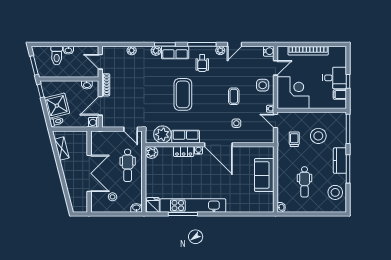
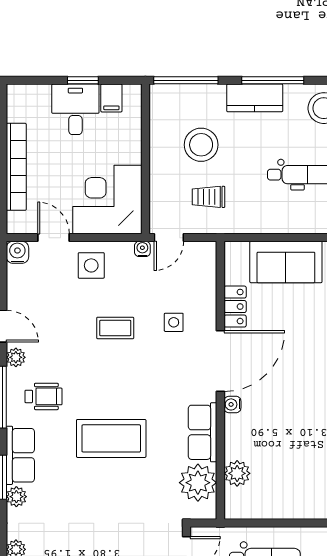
plant: (152, 152) -> (237, 473), moved
locker: (184, 152) -> (235, 307), moved

